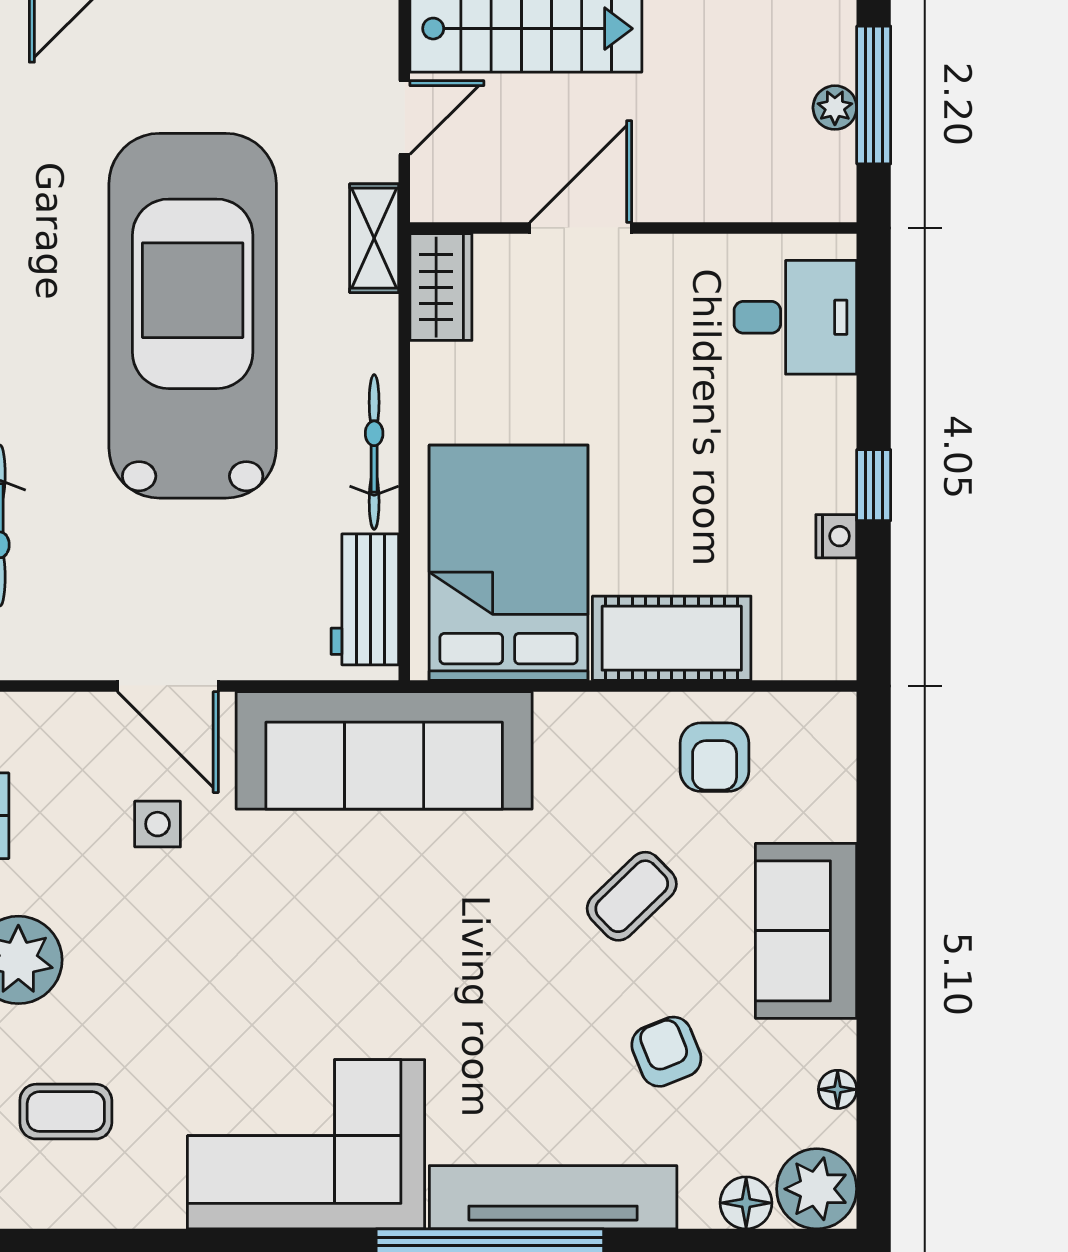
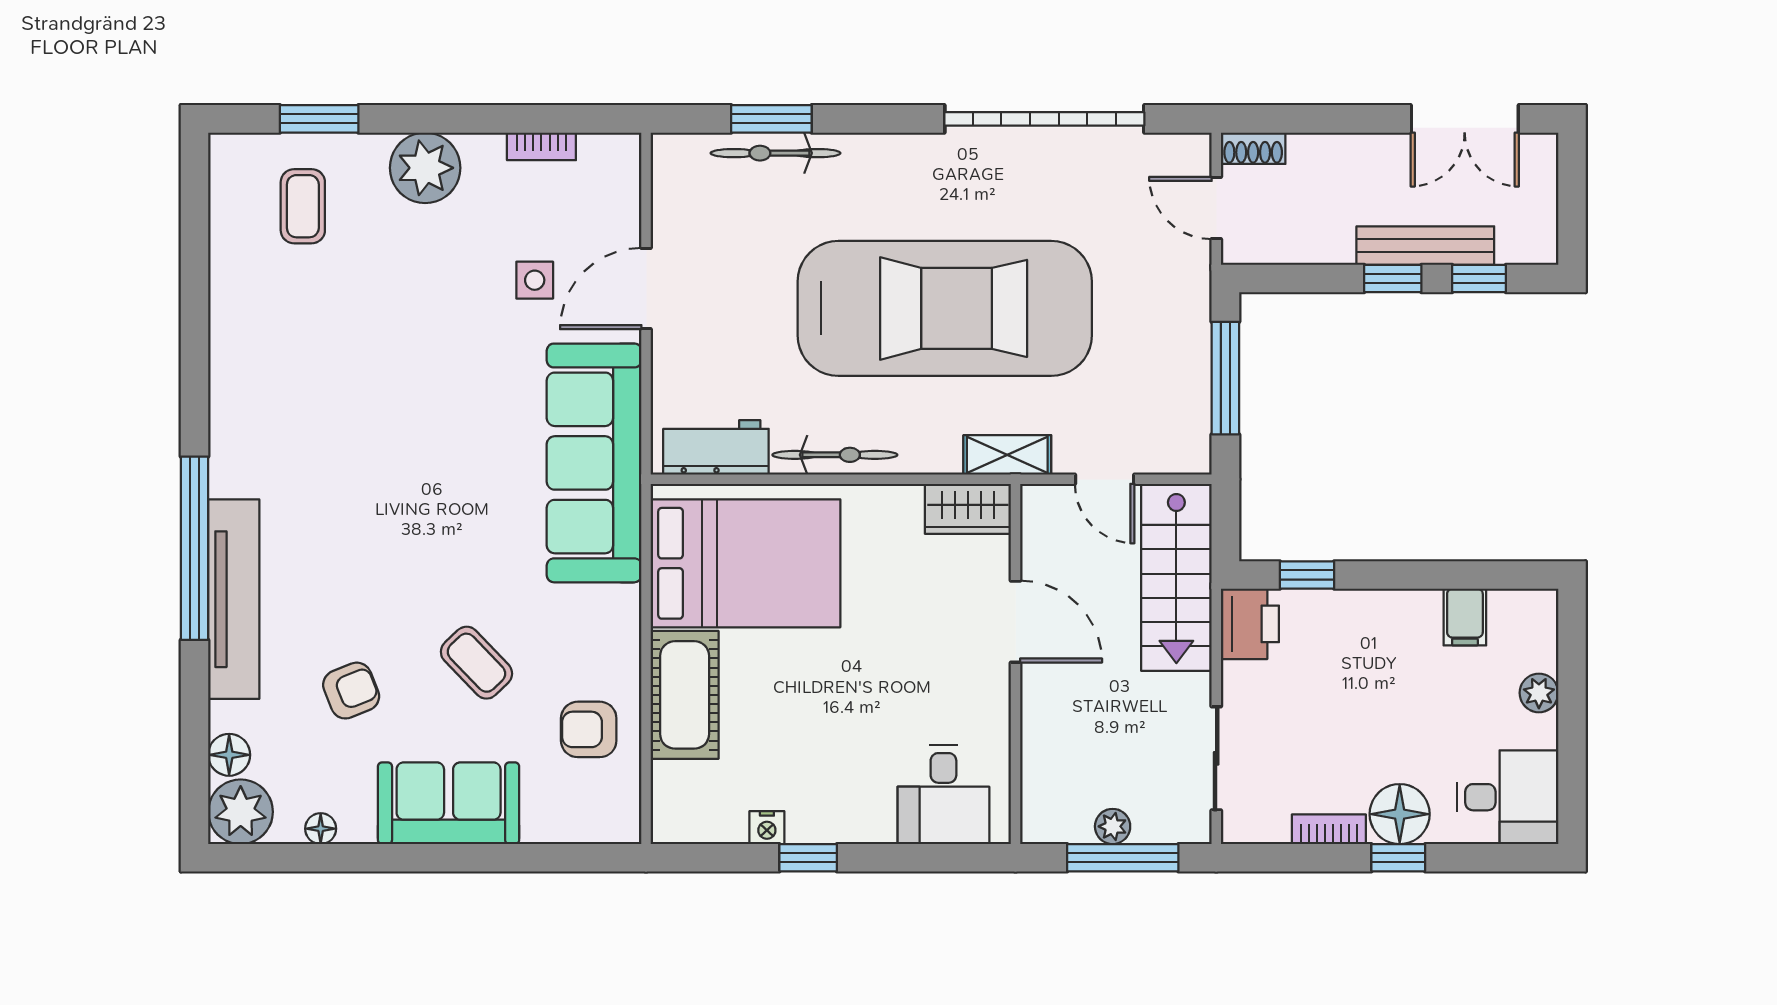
corner sofa: (306, 1144) -> (276, 400), removed

